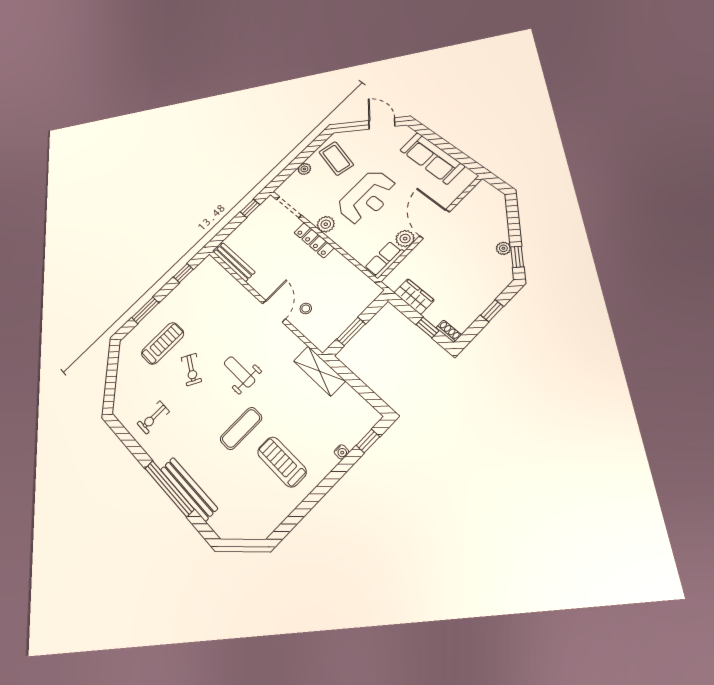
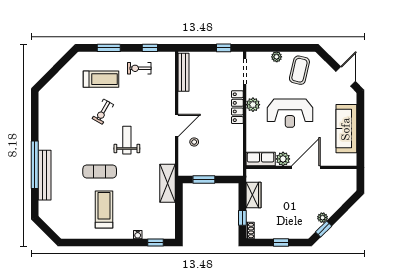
exercise bike: (153, 417) -> (139, 68), moved

